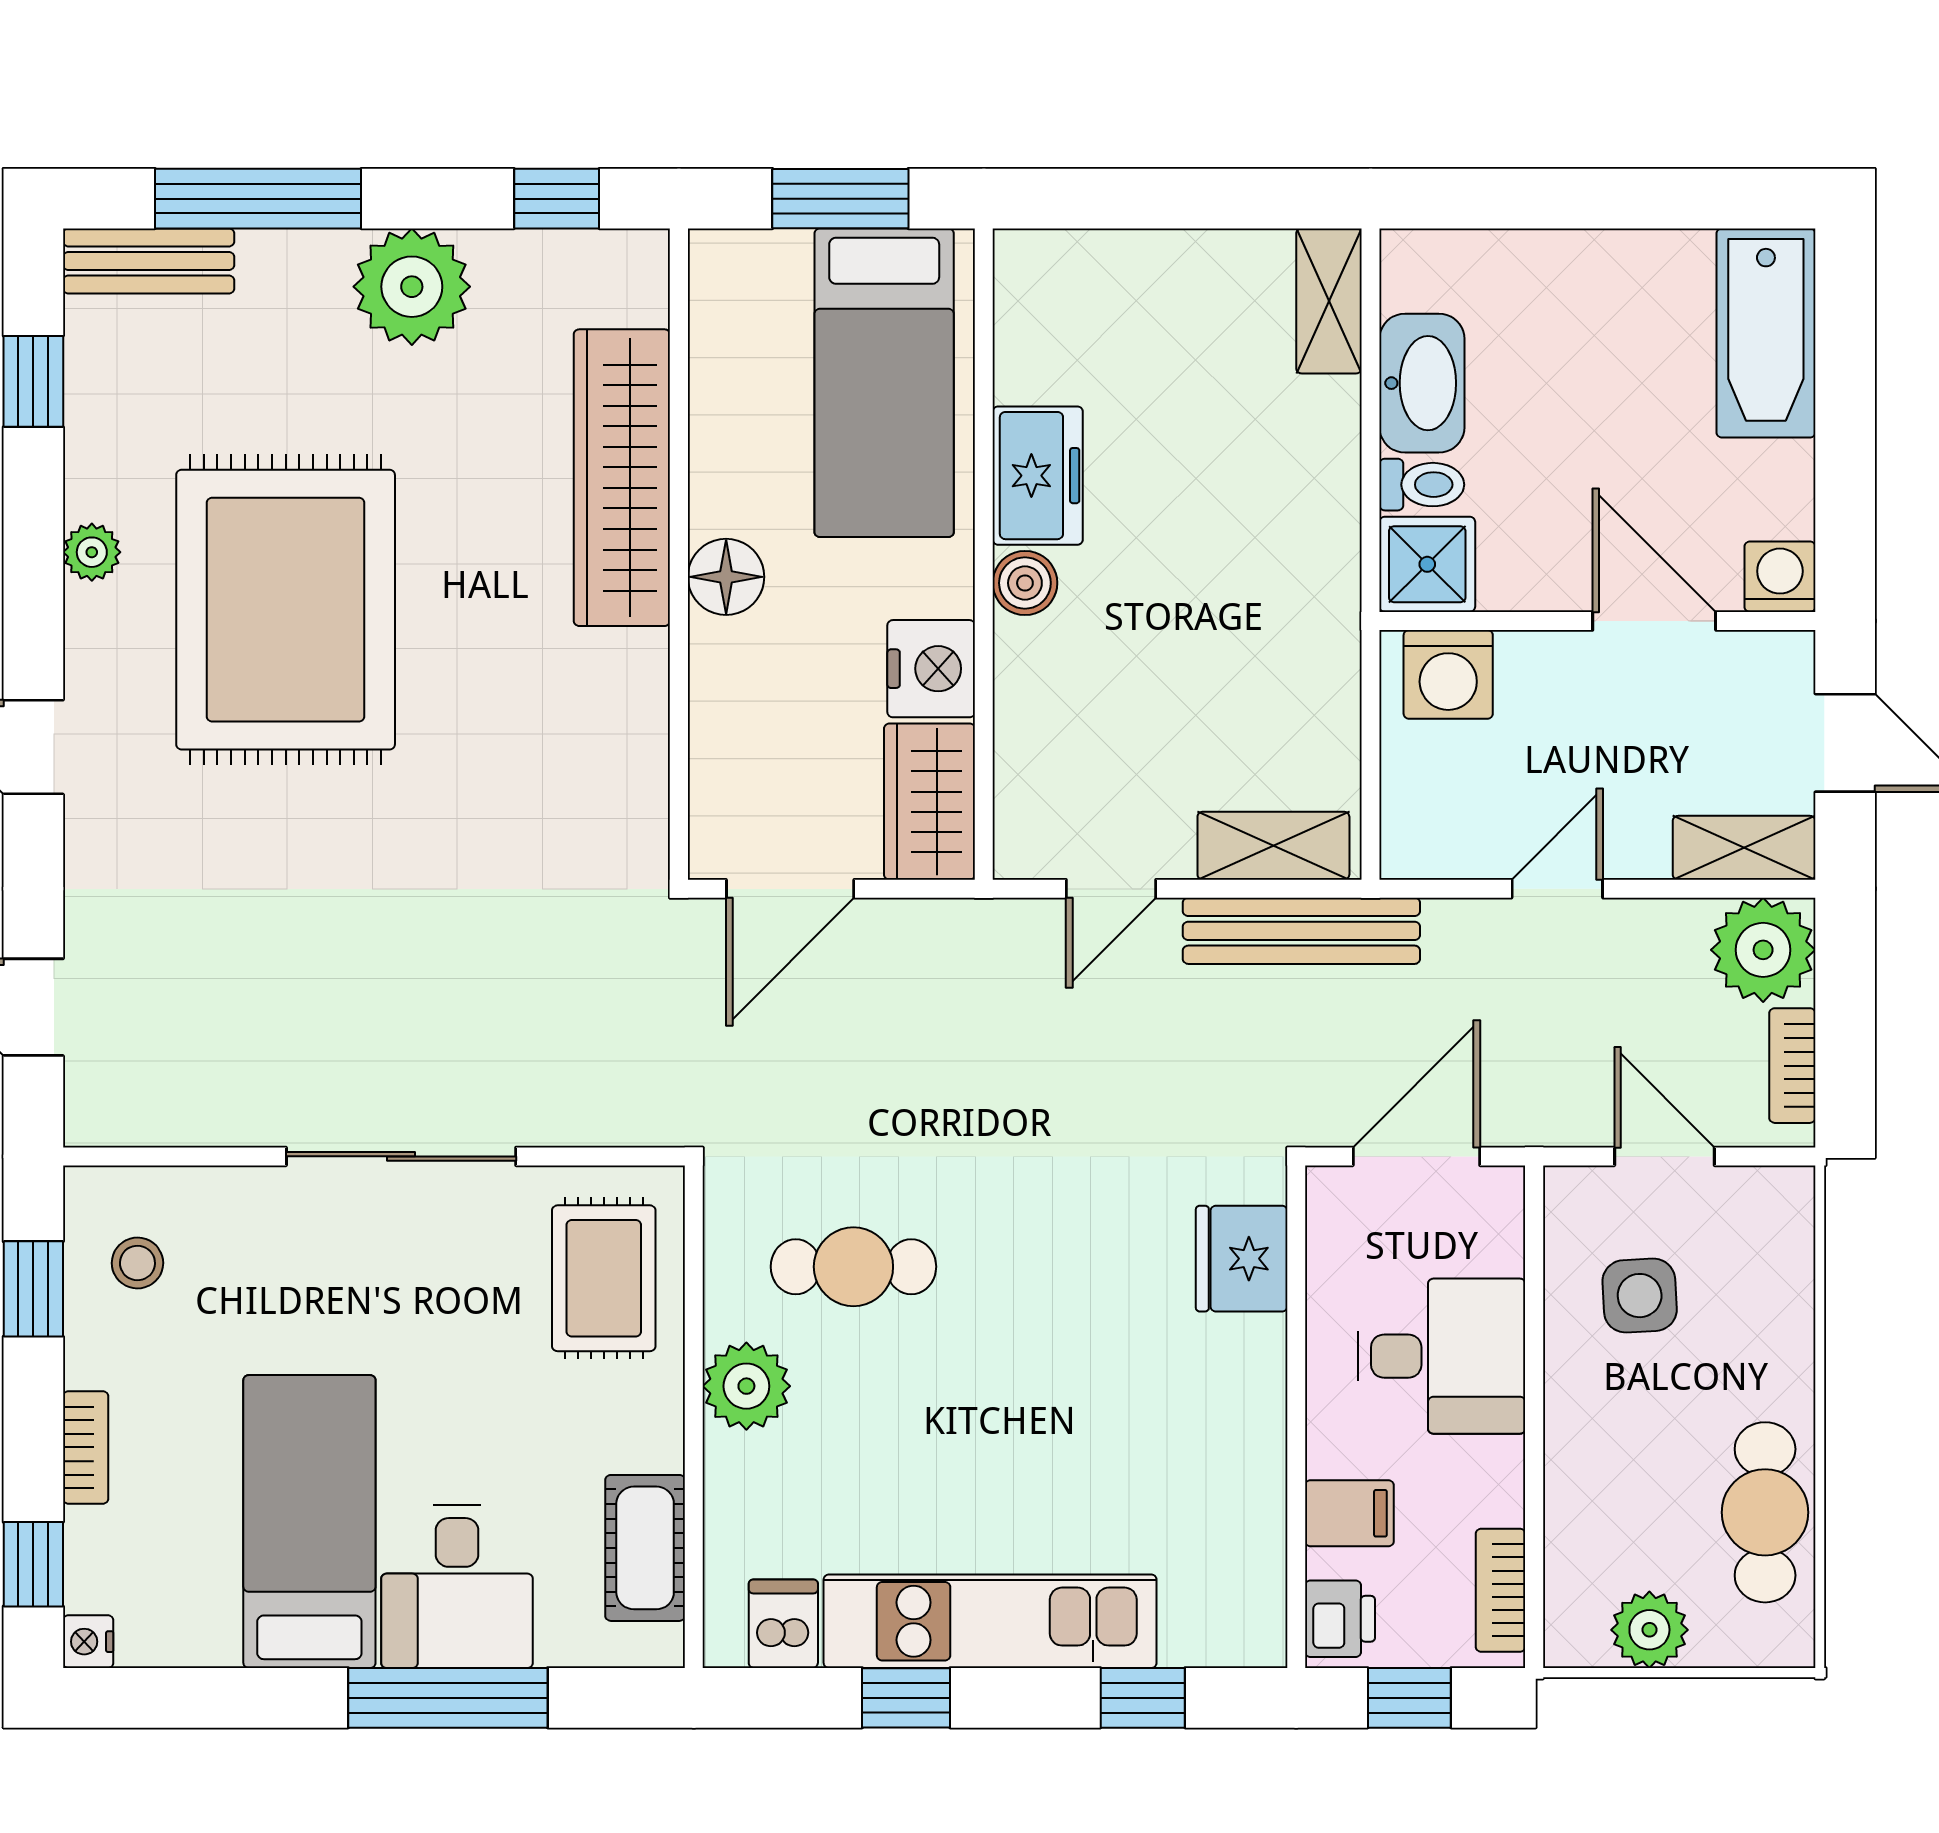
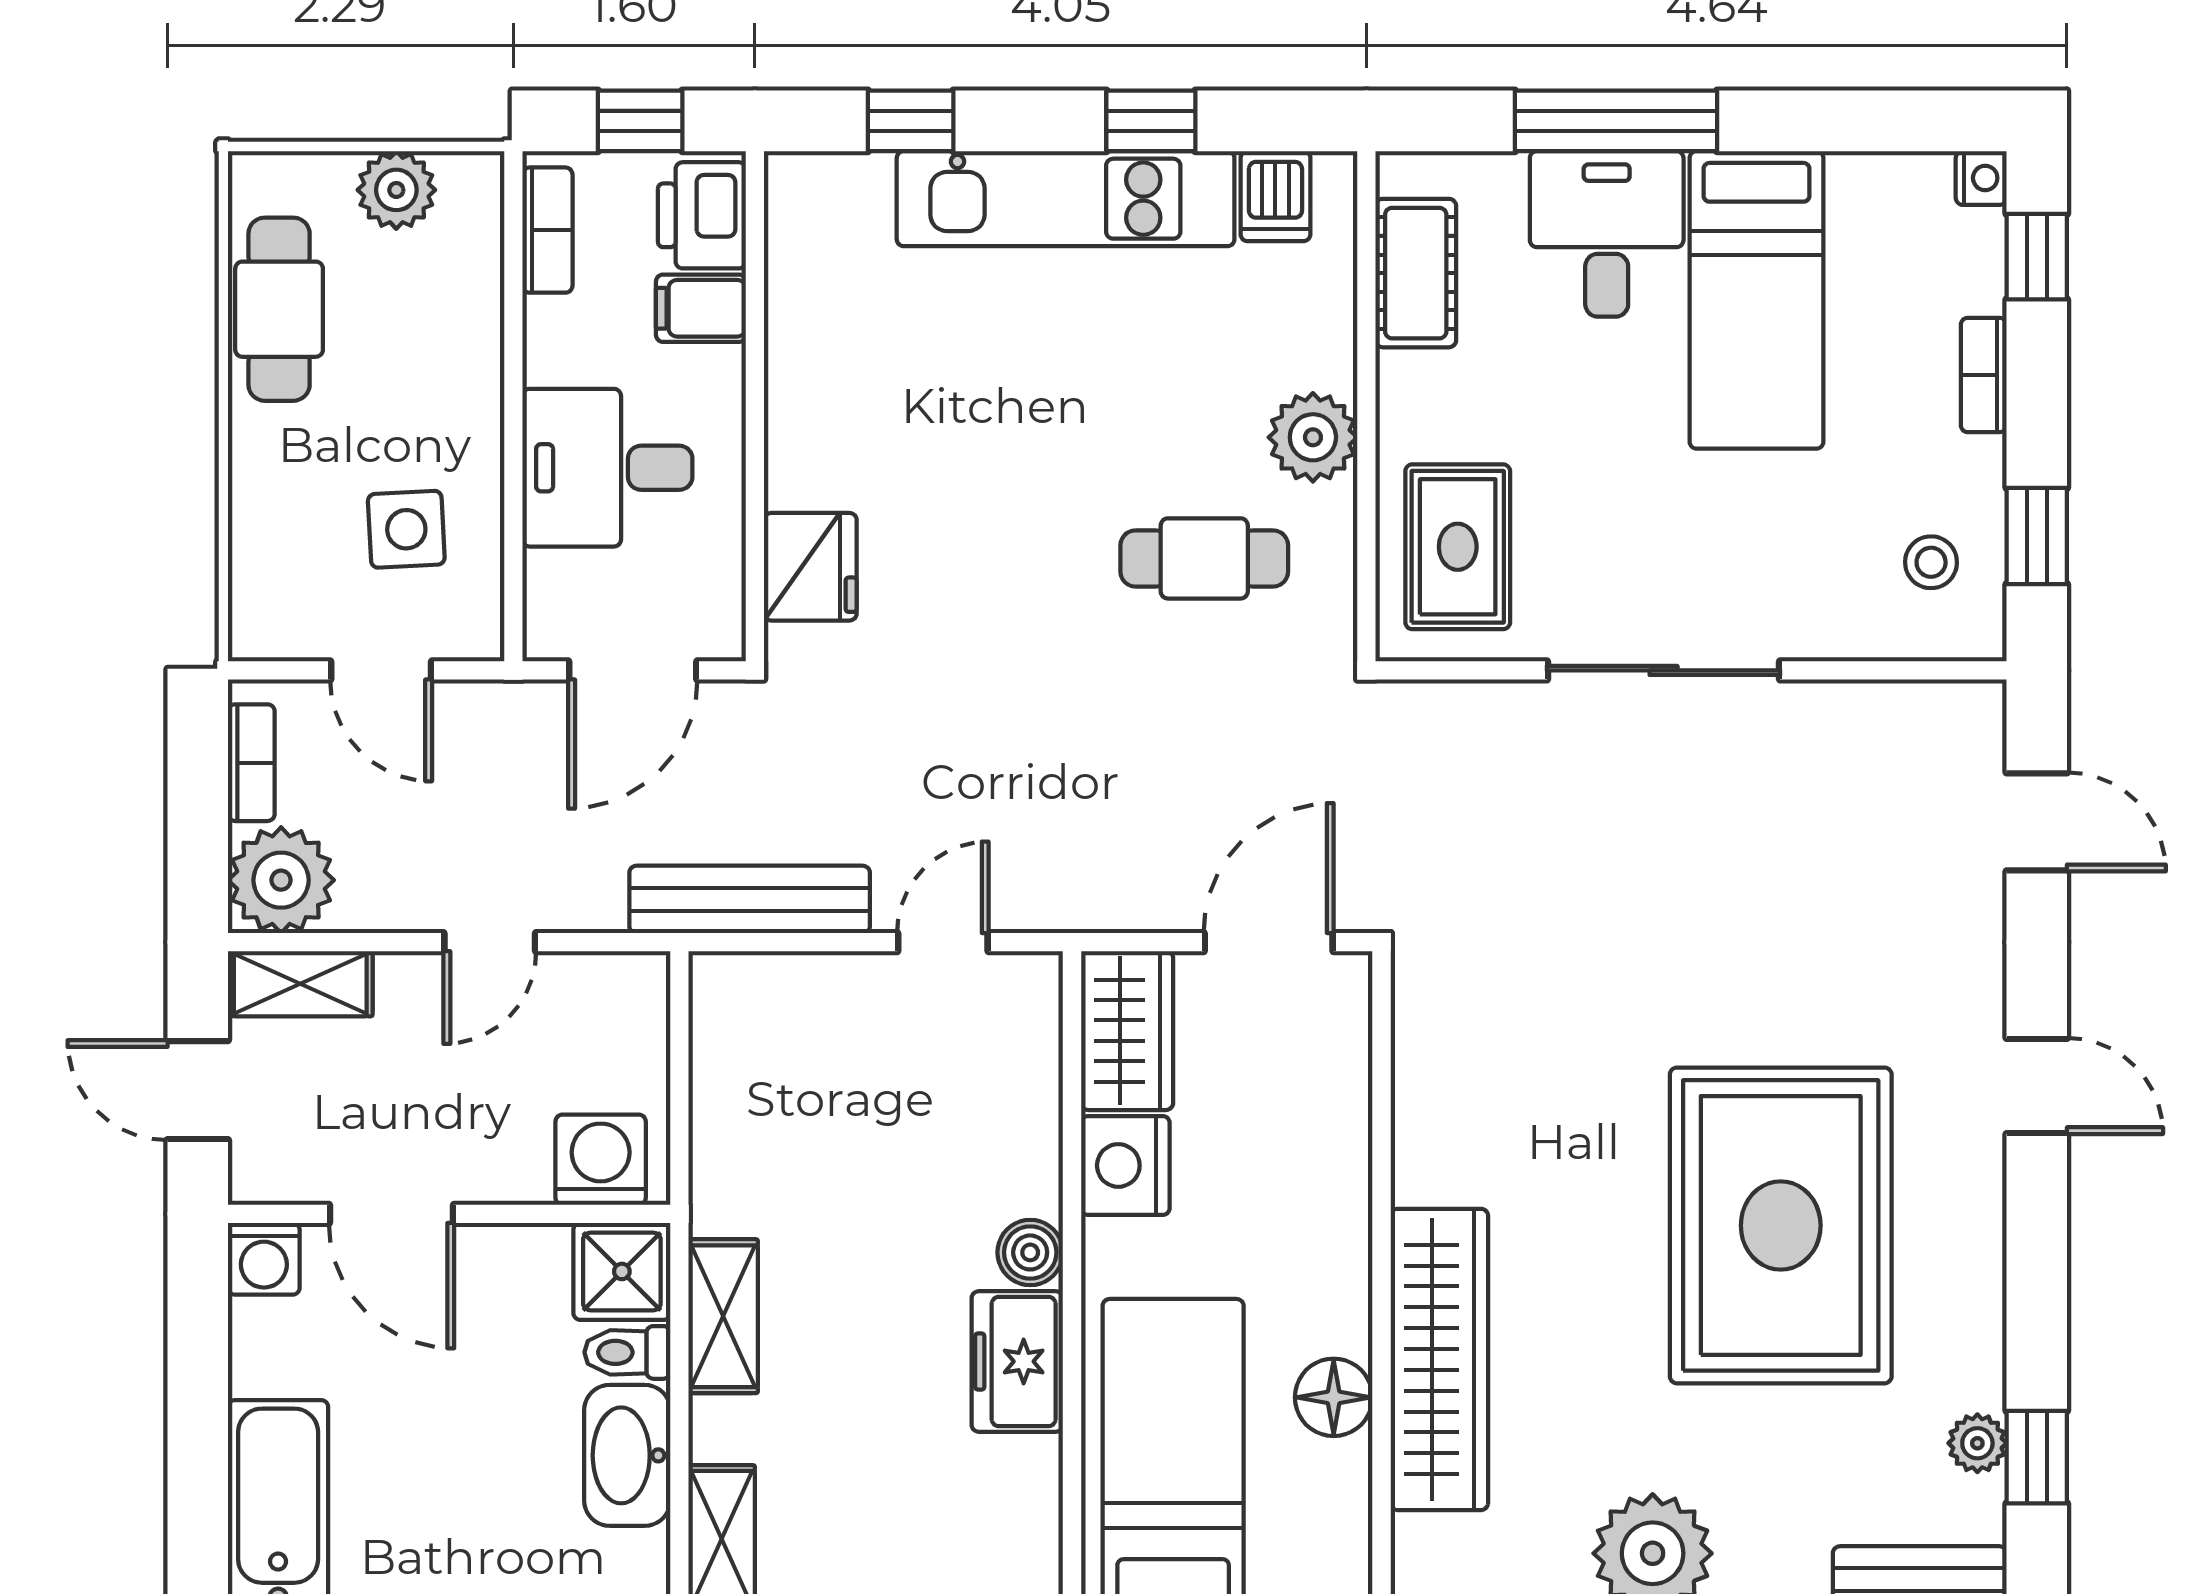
plant: (92, 552) -> (1977, 1443), moved
floor lamp: (726, 577) -> (1334, 1397), moved
shelving: (1273, 846) -> (723, 1316), moved, turned 90
printer: (1340, 1619) -> (702, 215), width x1.36, depth x1.24

